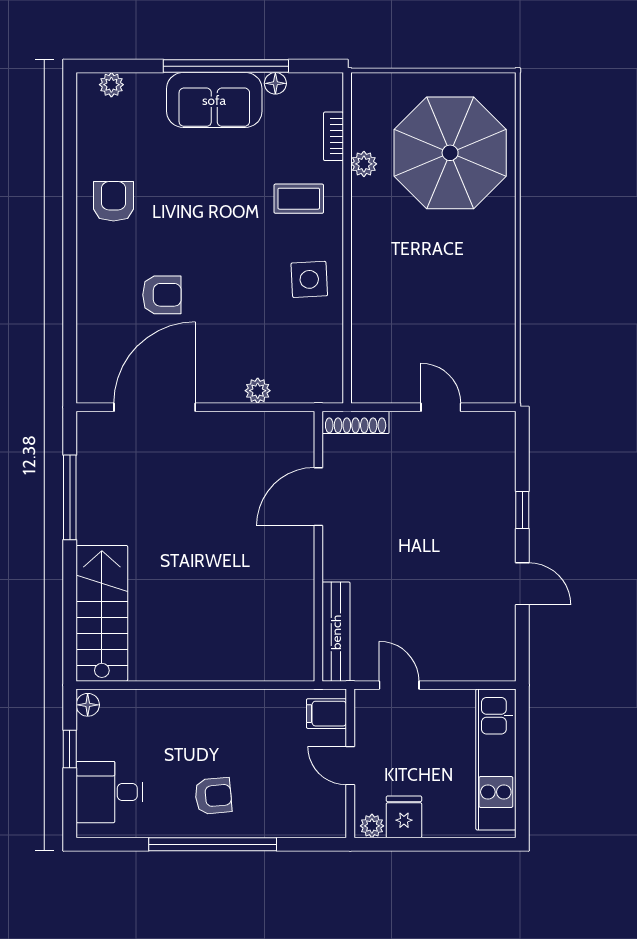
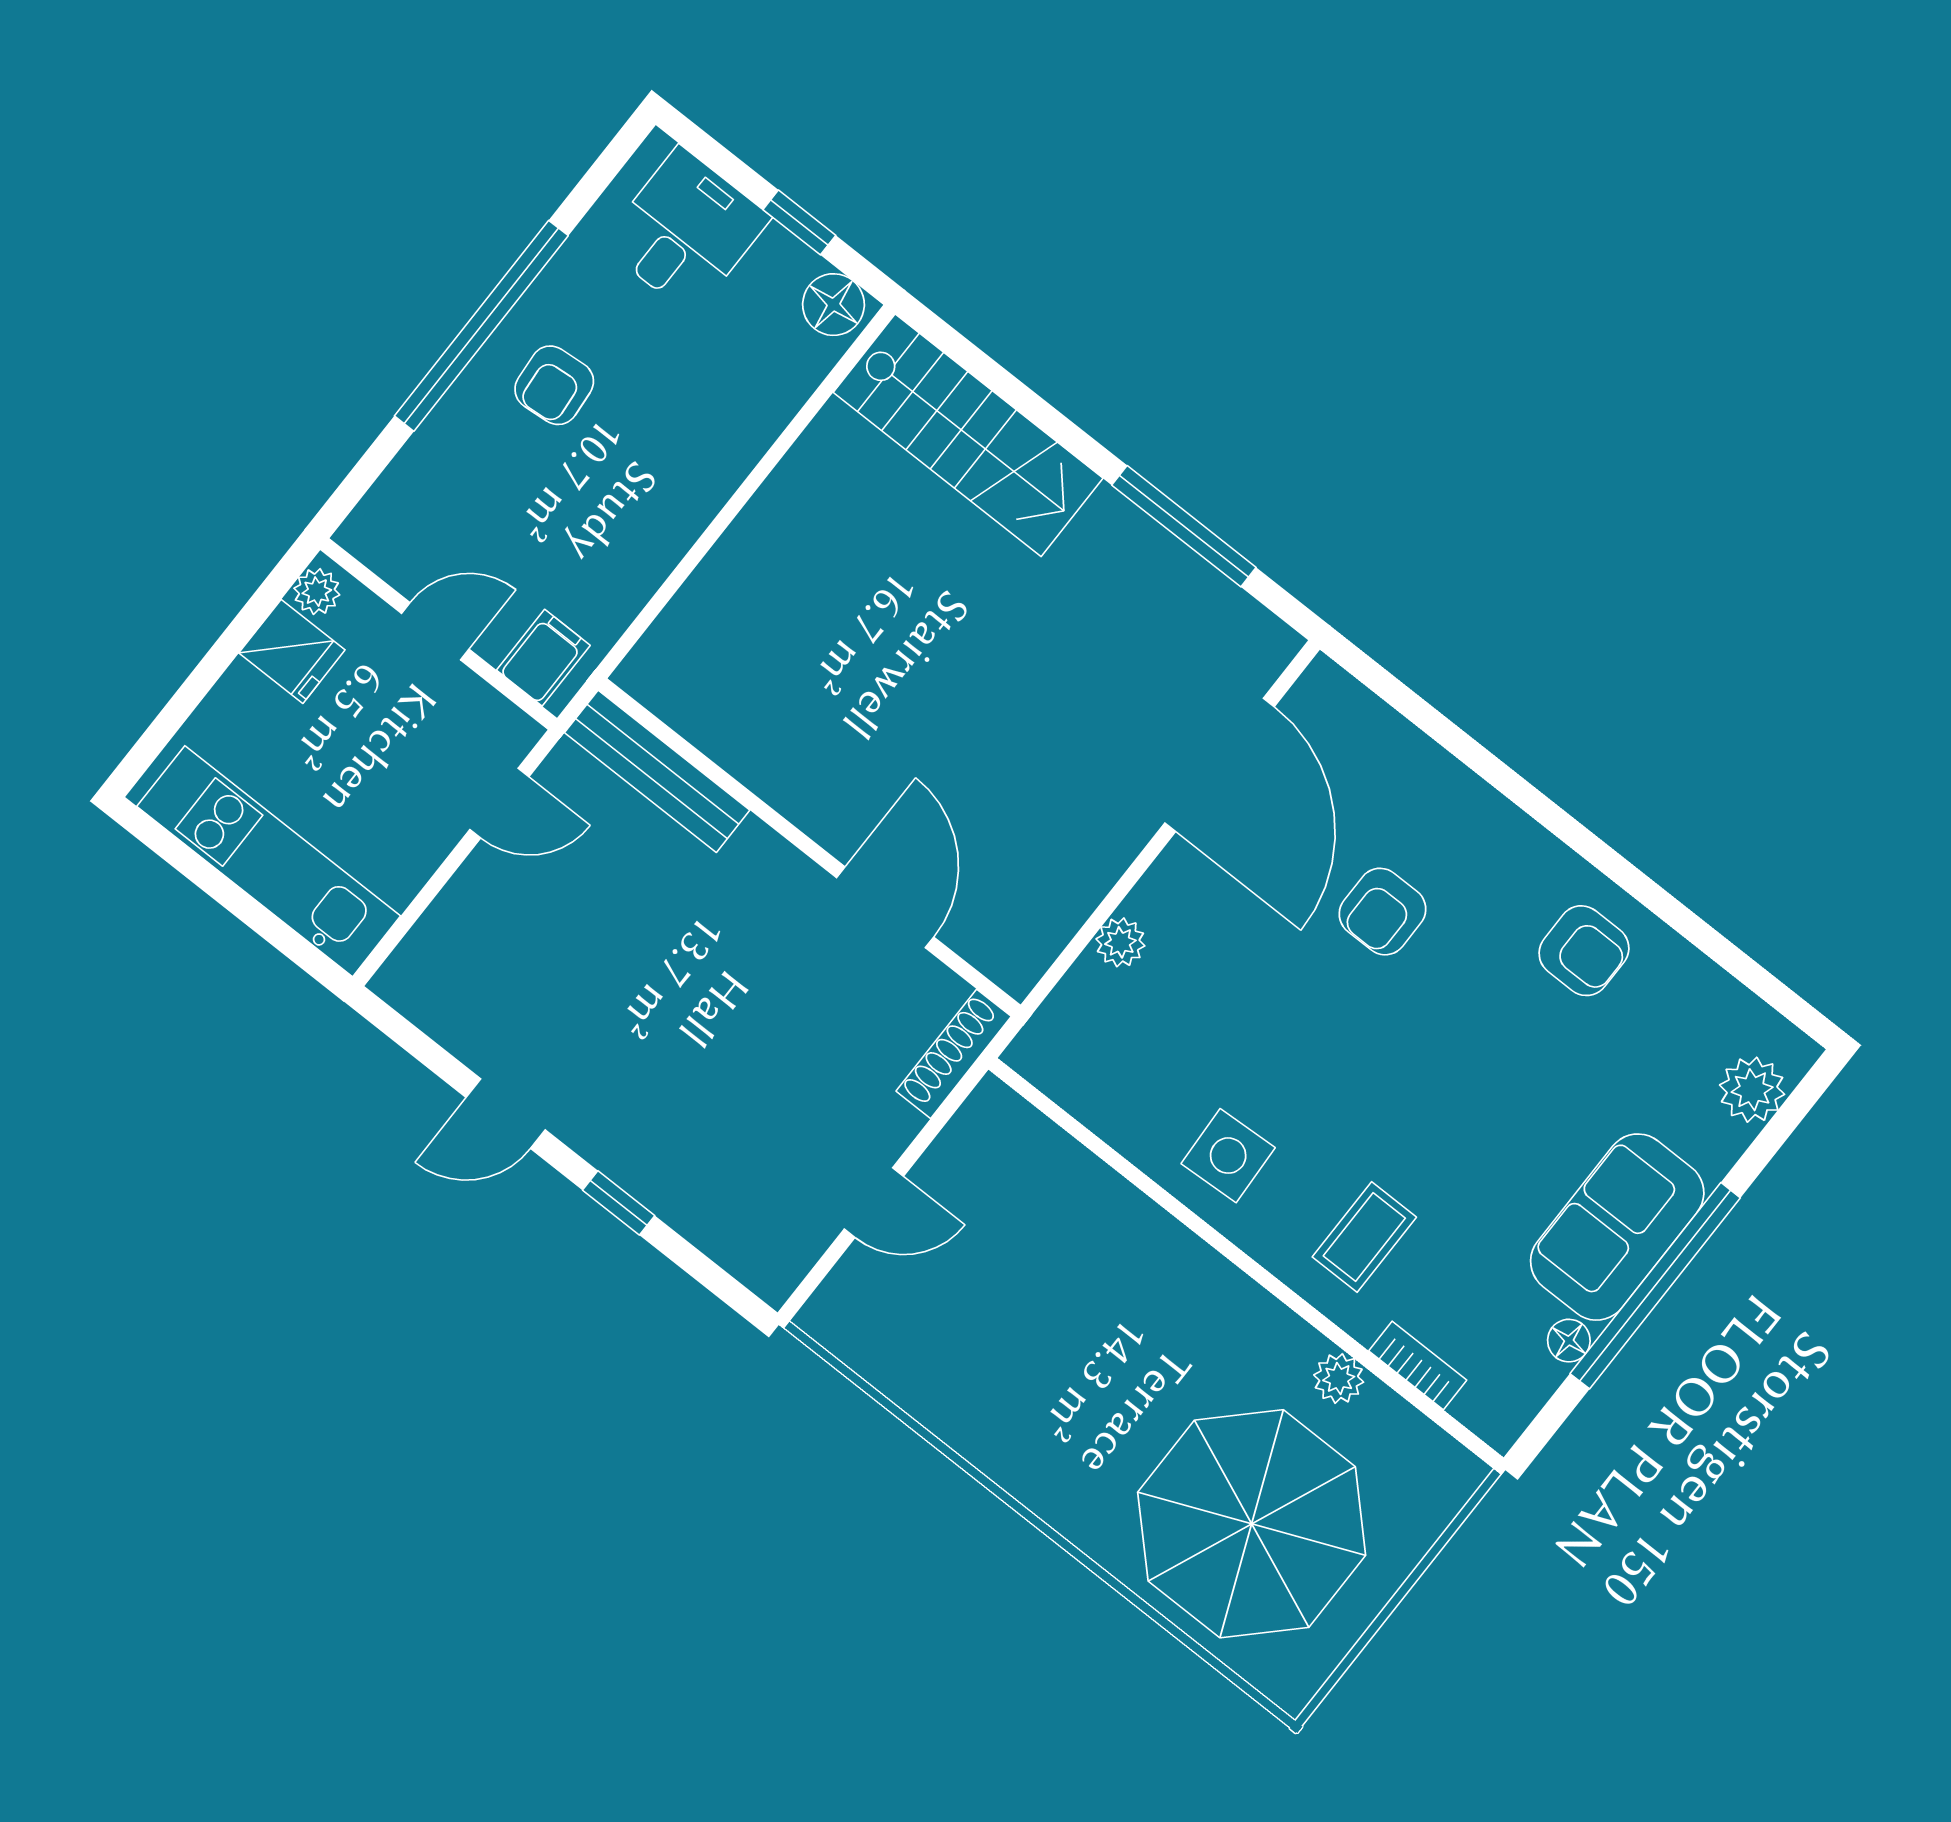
plant: (111, 85) -> (1752, 1090), width x1.38, depth x1.38
floor lamp: (88, 705) -> (833, 305), width x1.37, depth x1.37

